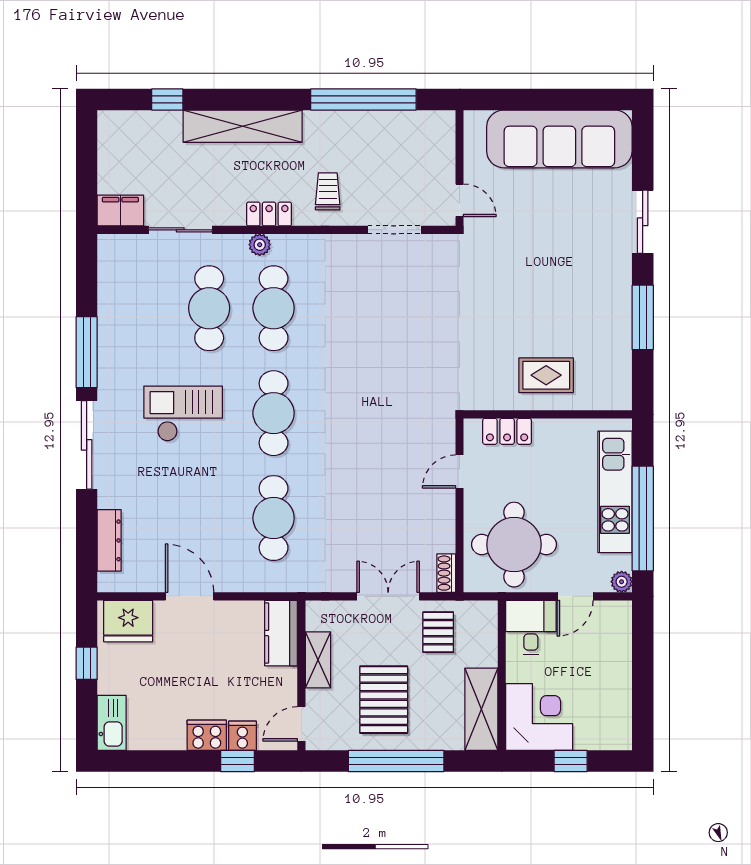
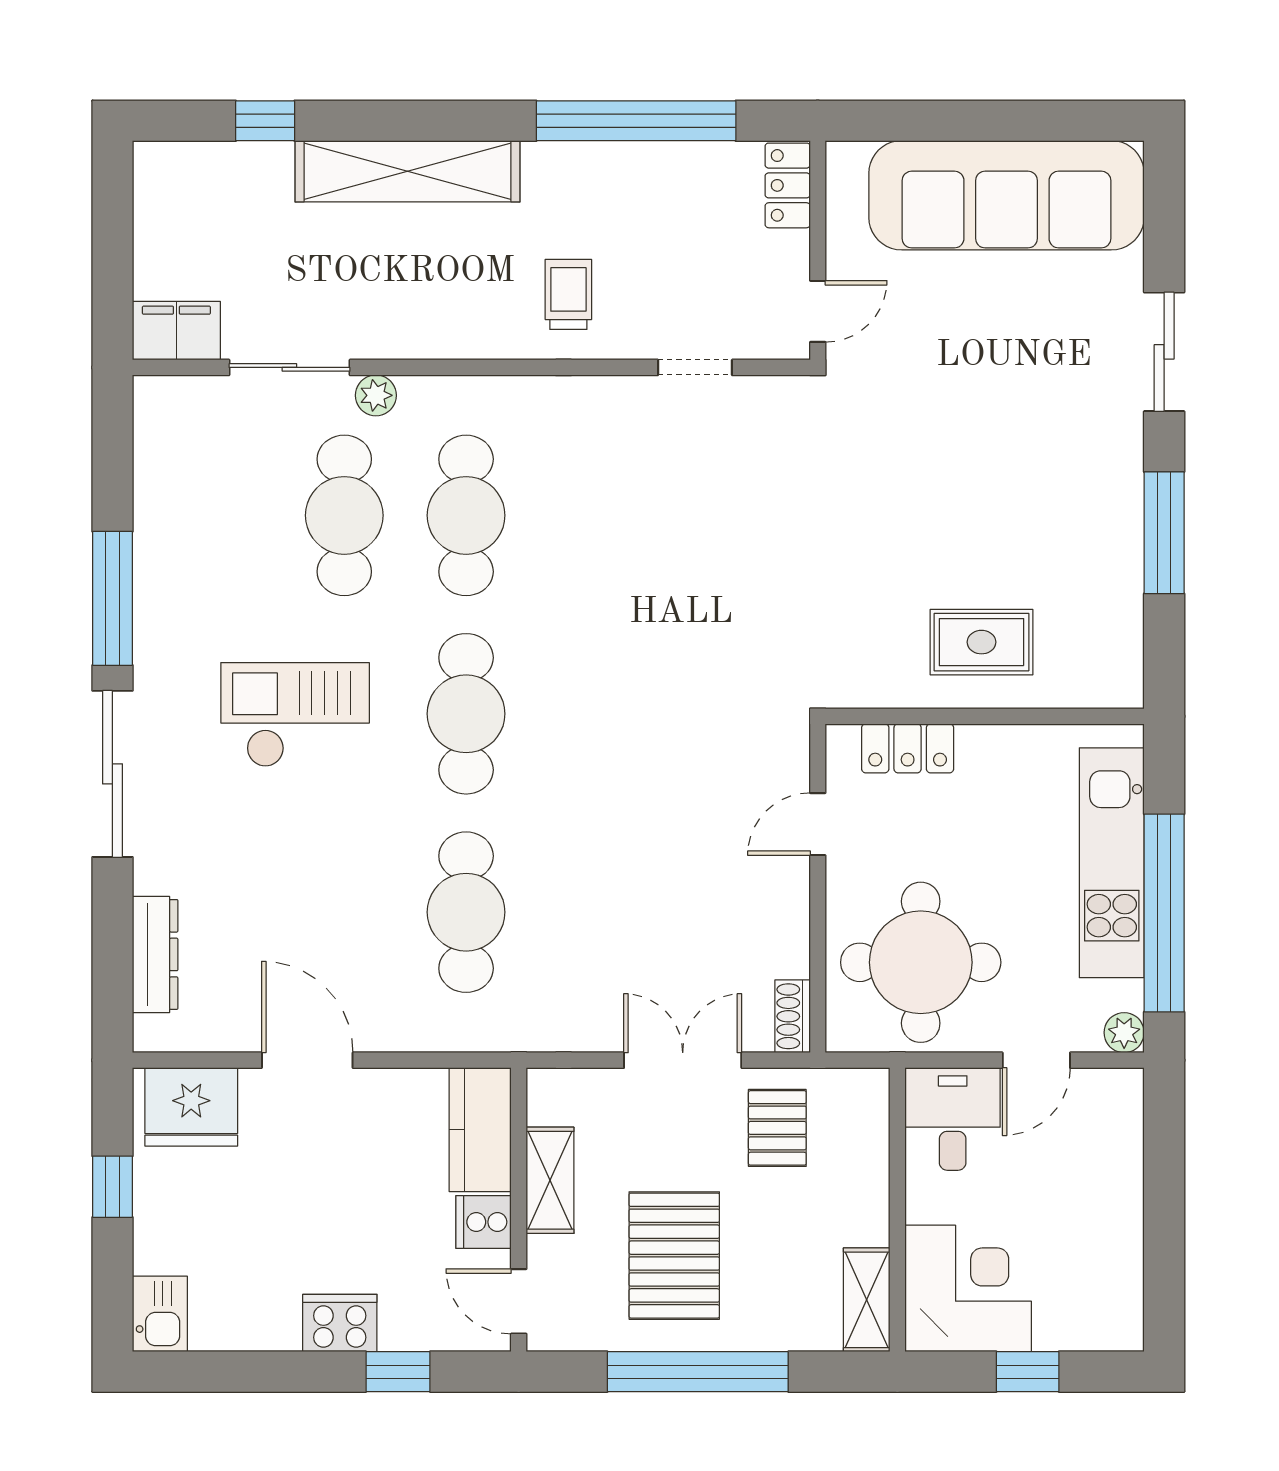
door: (460, 200) -> (818, 311), hinge flipped
locker: (269, 214) -> (788, 185), moved, turned -90
doorway: (395, 230) -> (695, 367), width x0.73
plant: (260, 245) -> (376, 395), moved
shelving: (481, 709) -> (867, 1300), width x0.67, depth x0.75
kitchen sink: (112, 723) -> (160, 1314), width x0.73
door: (301, 724) -> (519, 1301), hinge flipped
cooker: (242, 736) -> (483, 1222), moved, turned -90

